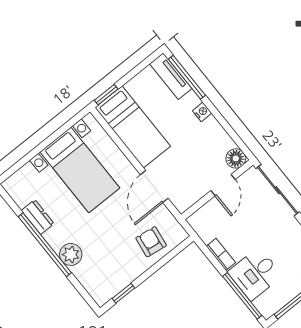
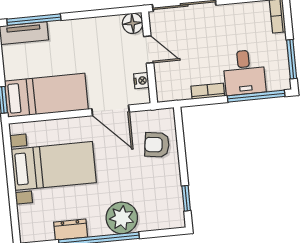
nightstand: (202, 112) -> (141, 81), moved, turned 90
plant: (71, 254) -> (122, 218), width x1.36, depth x1.36

